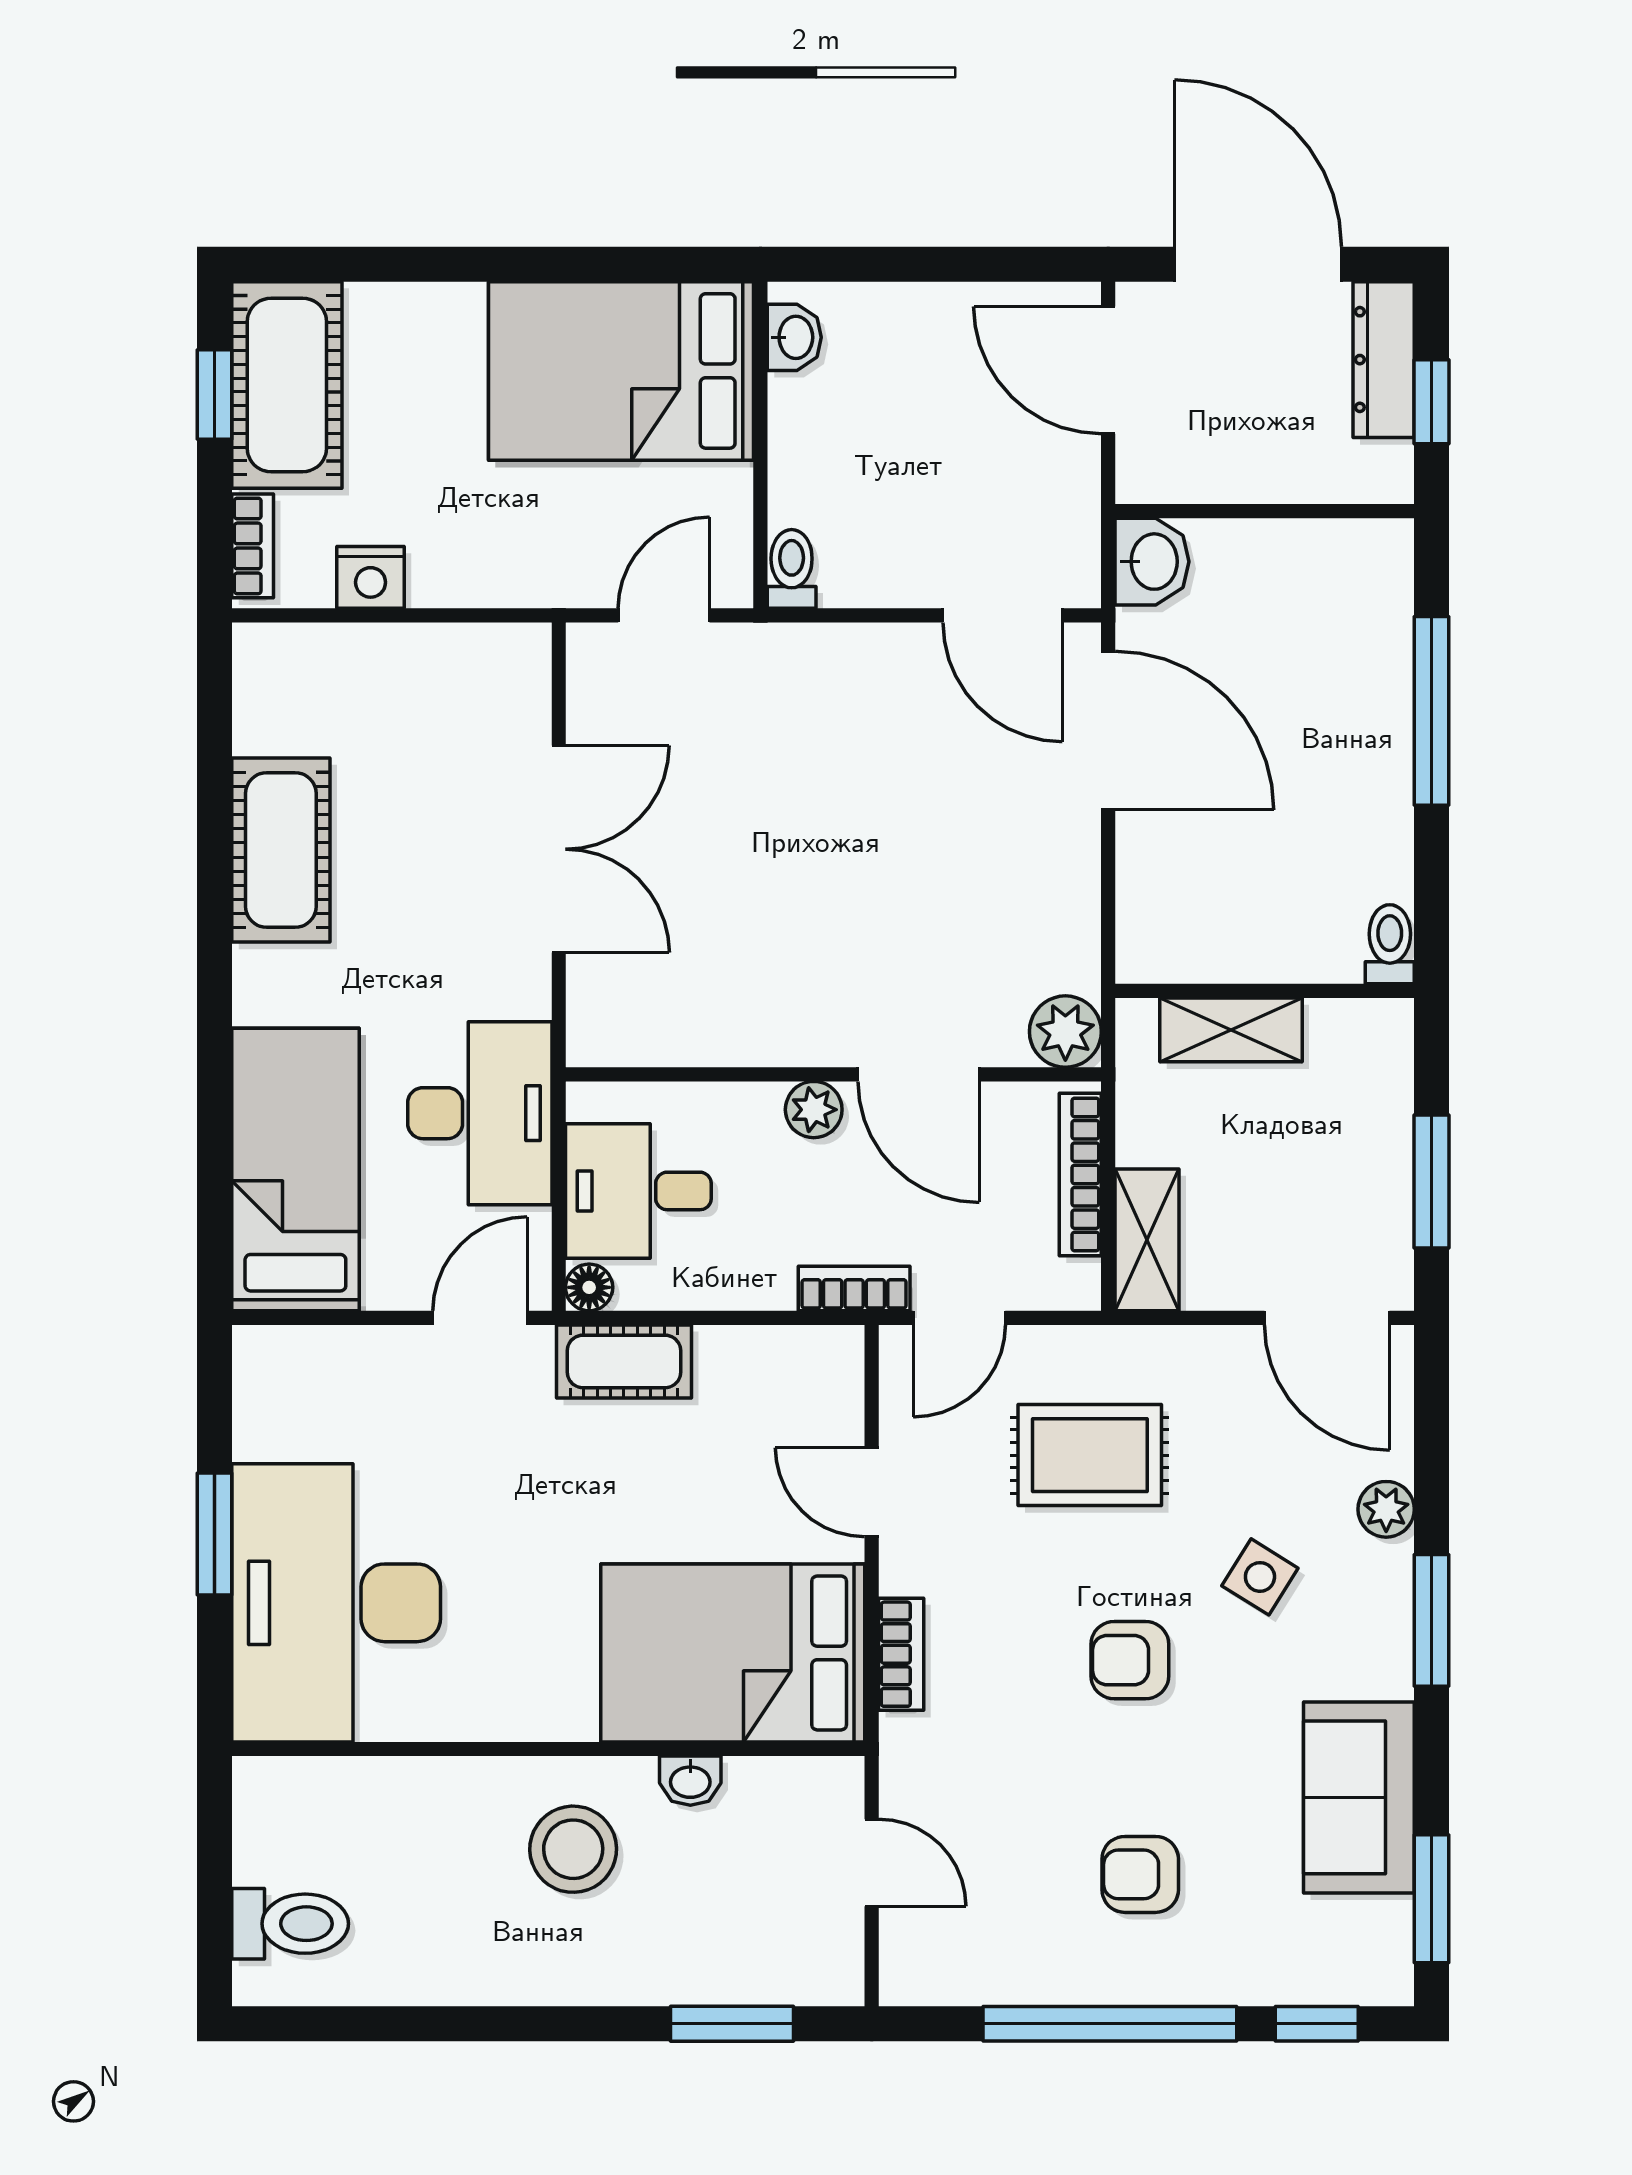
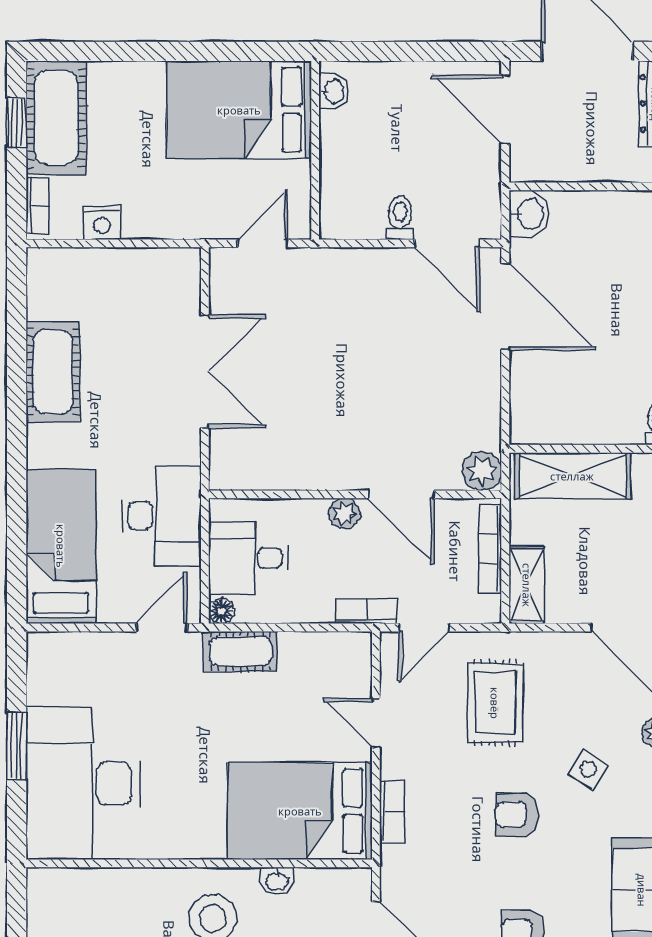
toilet: (792, 569) -> (400, 218), moved
shelving: (1231, 1030) -> (572, 476), width x1.50, depth x1.33
rug: (1090, 1455) -> (495, 703), turned 90

